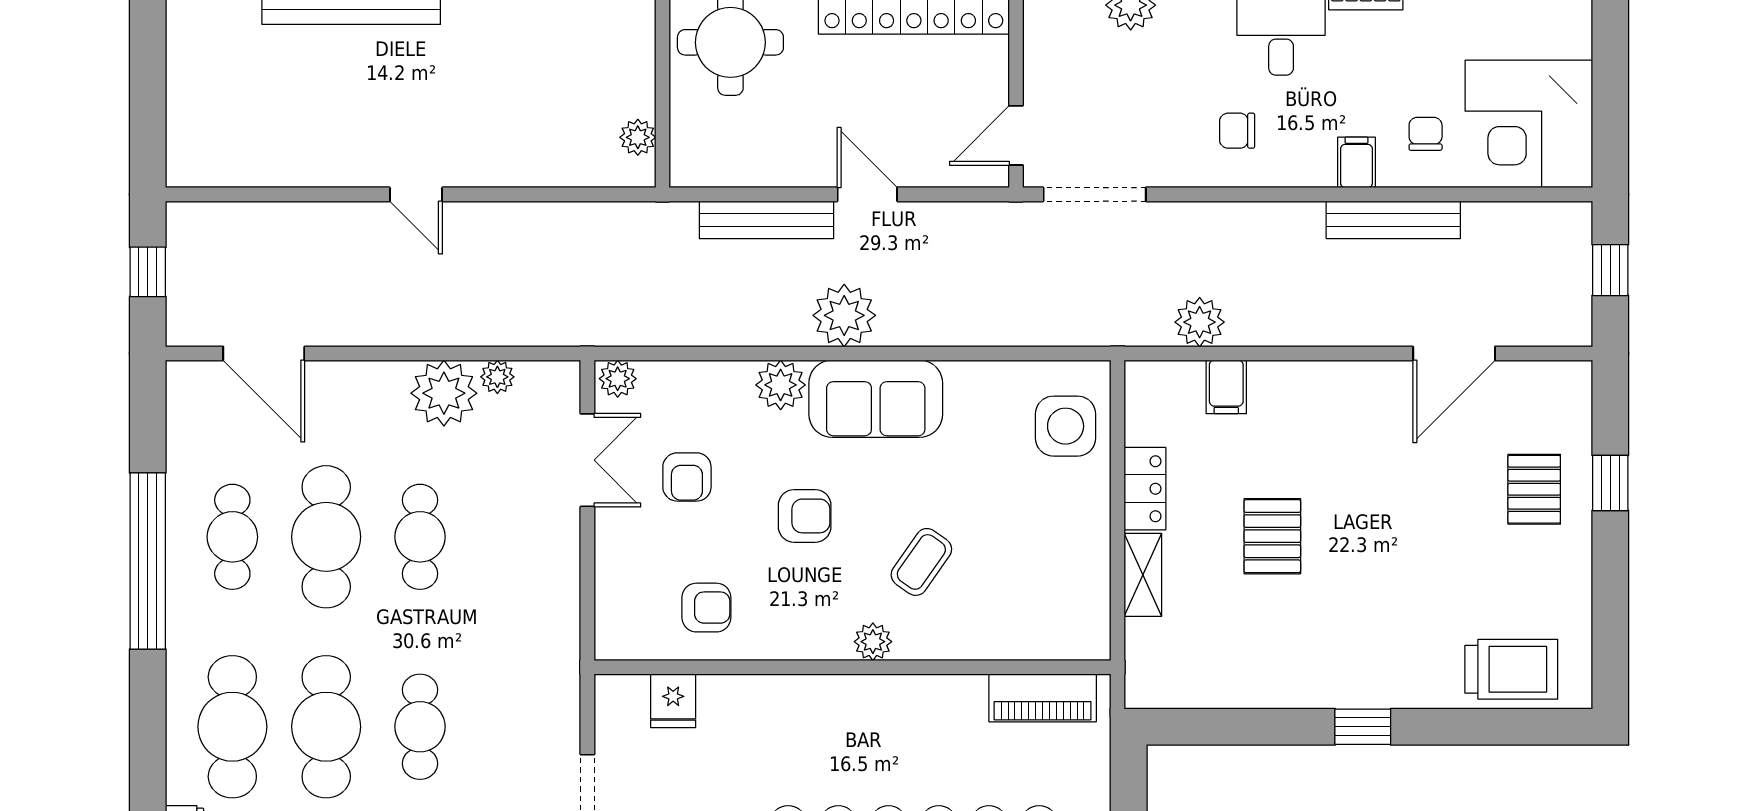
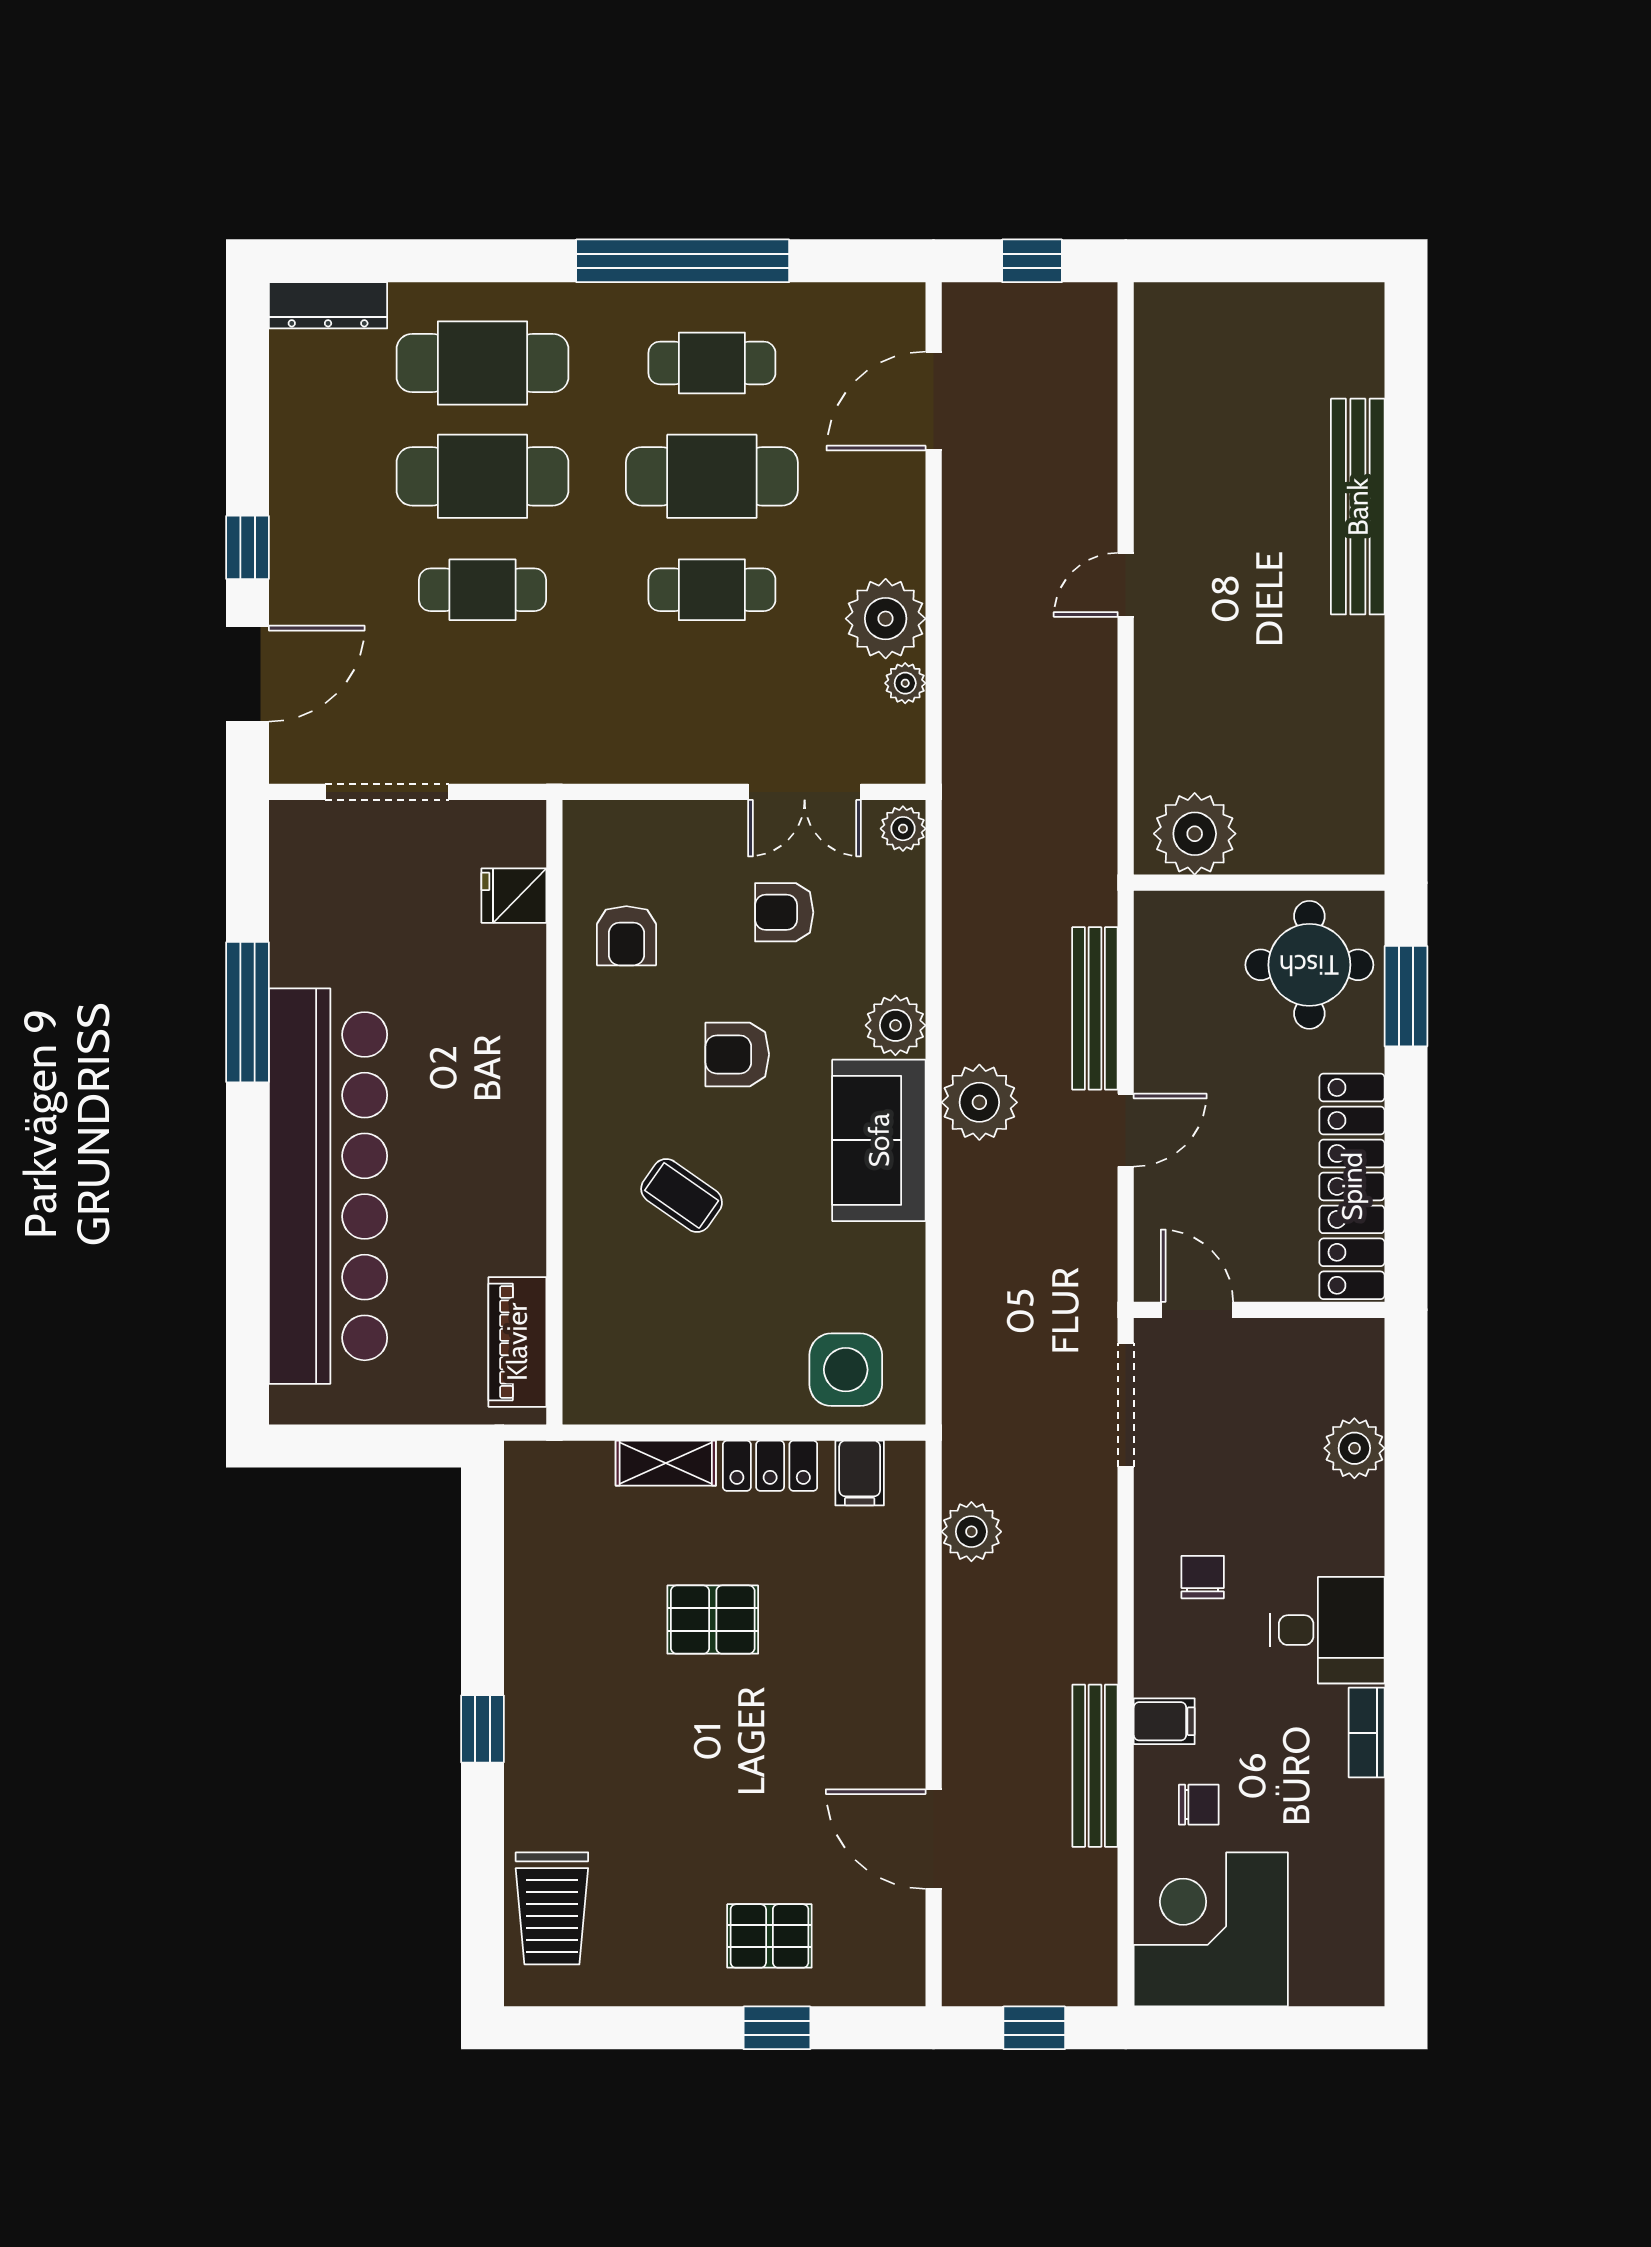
plant: (638, 137) -> (1195, 834), width x1.87, depth x1.87
filing cabinet: (1226, 387) -> (860, 1473), moved, turned -90
armchair: (805, 516) -> (737, 1054), turned 90
plant: (873, 642) -> (585, 1137), removed

